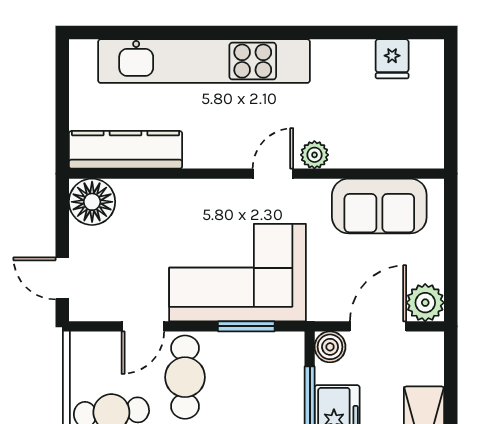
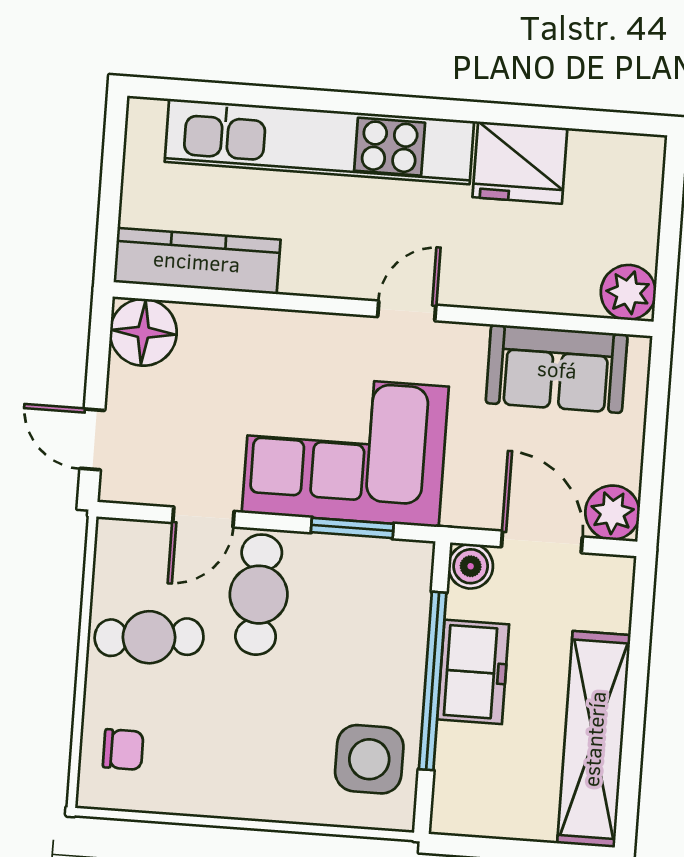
fridge: (392, 59) -> (520, 163), moved, width x1.88, depth x1.34
plant: (314, 155) -> (628, 292), moved, width x1.38, depth x1.38
door: (378, 326) -> (542, 542), hinge flipped

